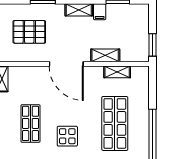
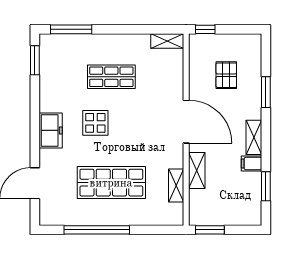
pallet: (29, 32) -> (226, 75), width x0.67, depth x0.71
door: (66, 64) -> (186, 122), swing flipped

